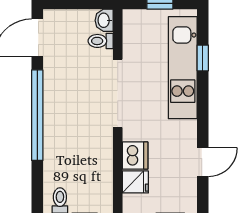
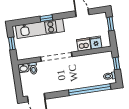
window: (203, 58) -> (46, 18), moved
window: (37, 115) -> (90, 90), moved

